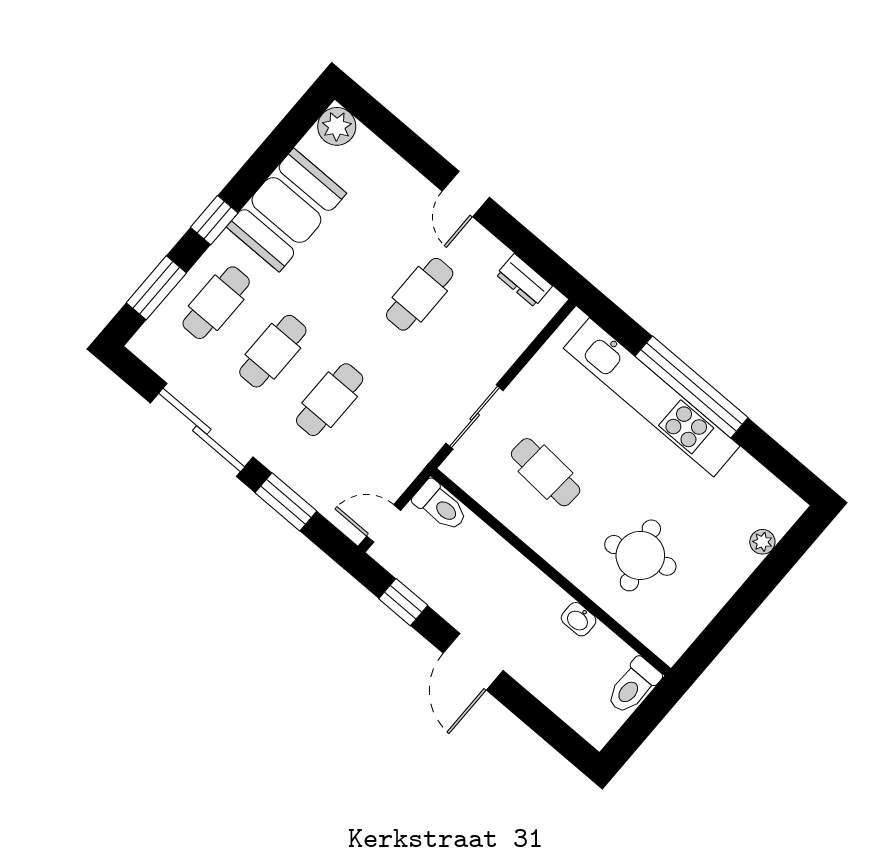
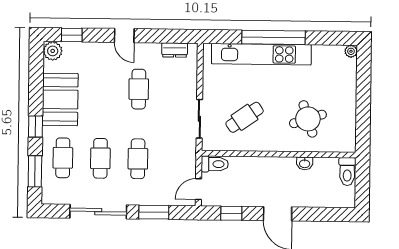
window: (386, 126) -> (72, 35), added
cafe table: (546, 472) -> (245, 117), turned -39
plant: (762, 542) -> (351, 51), moved

